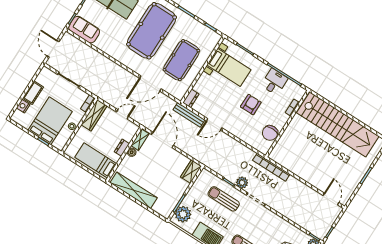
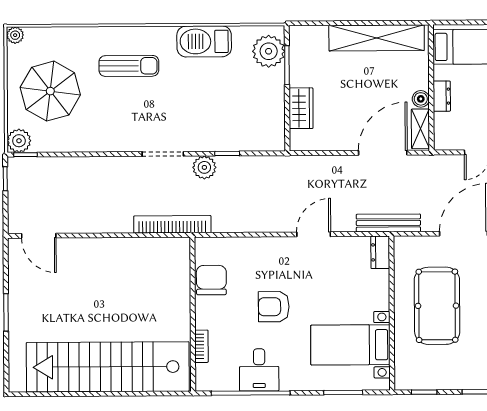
armchair: (251, 105) -> (274, 307), turned 90
bench: (189, 115) -> (388, 223), moved
door: (163, 140) -> (383, 153), swing flipped
wardrobe: (191, 172) -> (301, 108), moved
sun lounger: (224, 199) -> (218, 120), removed

